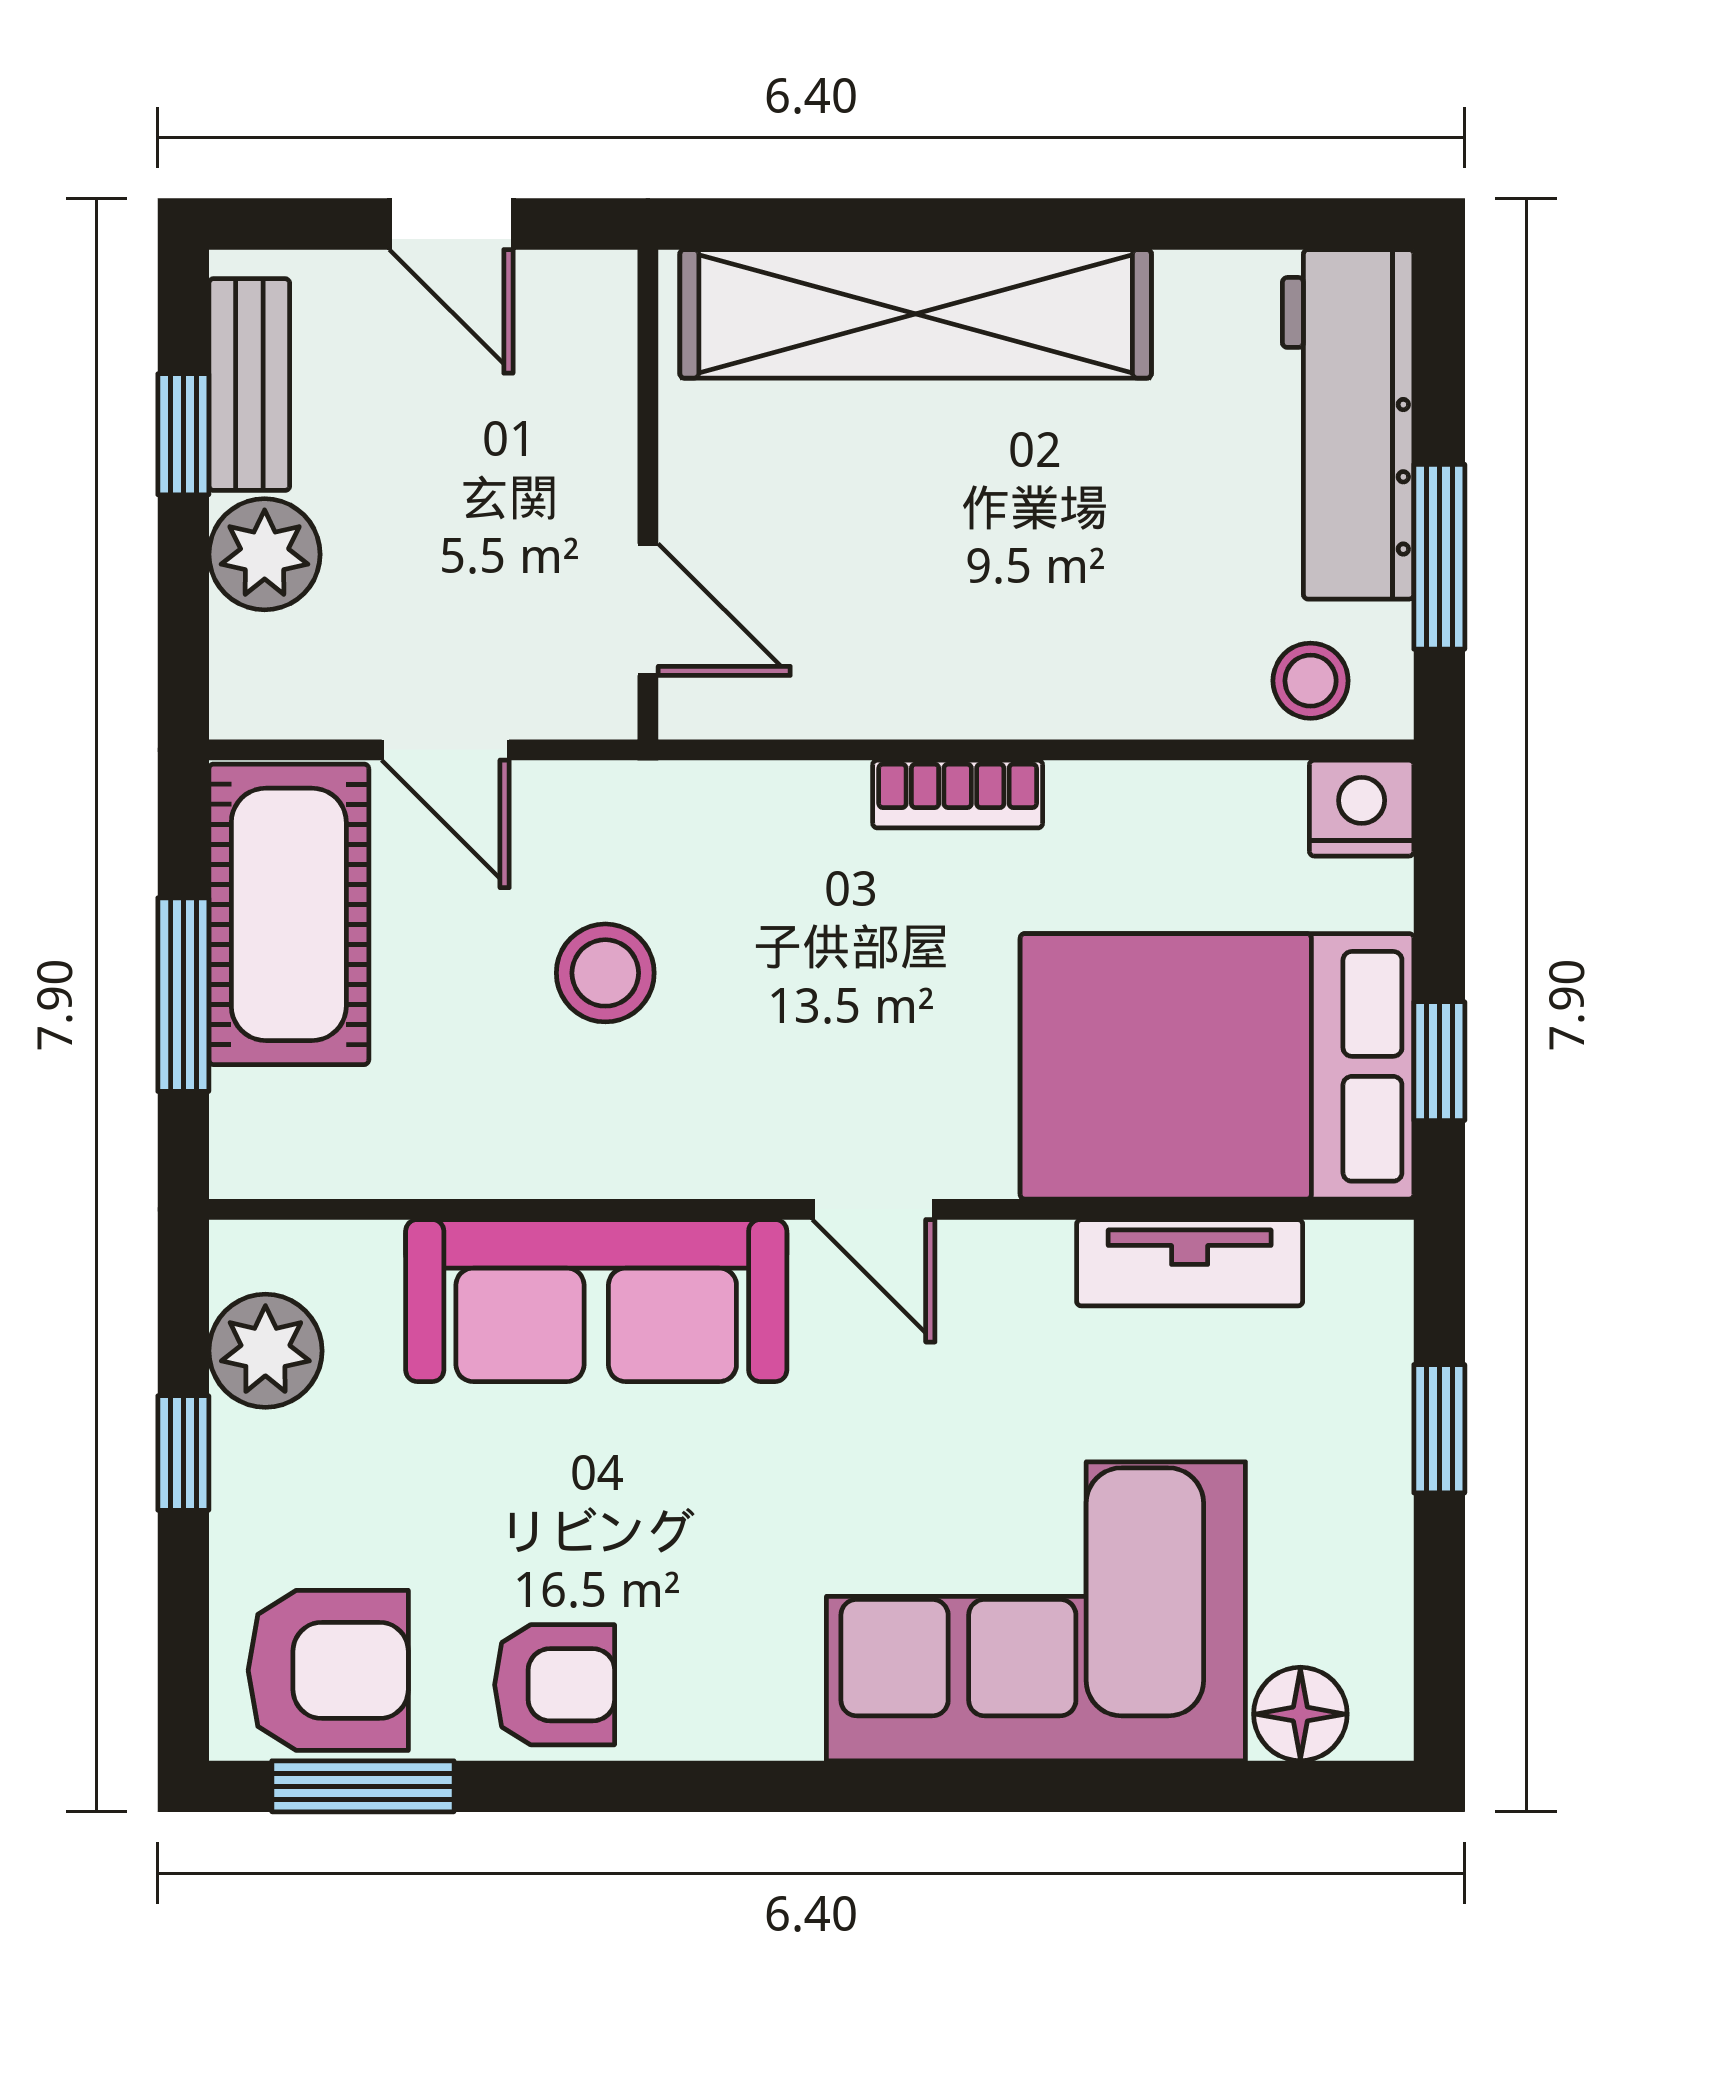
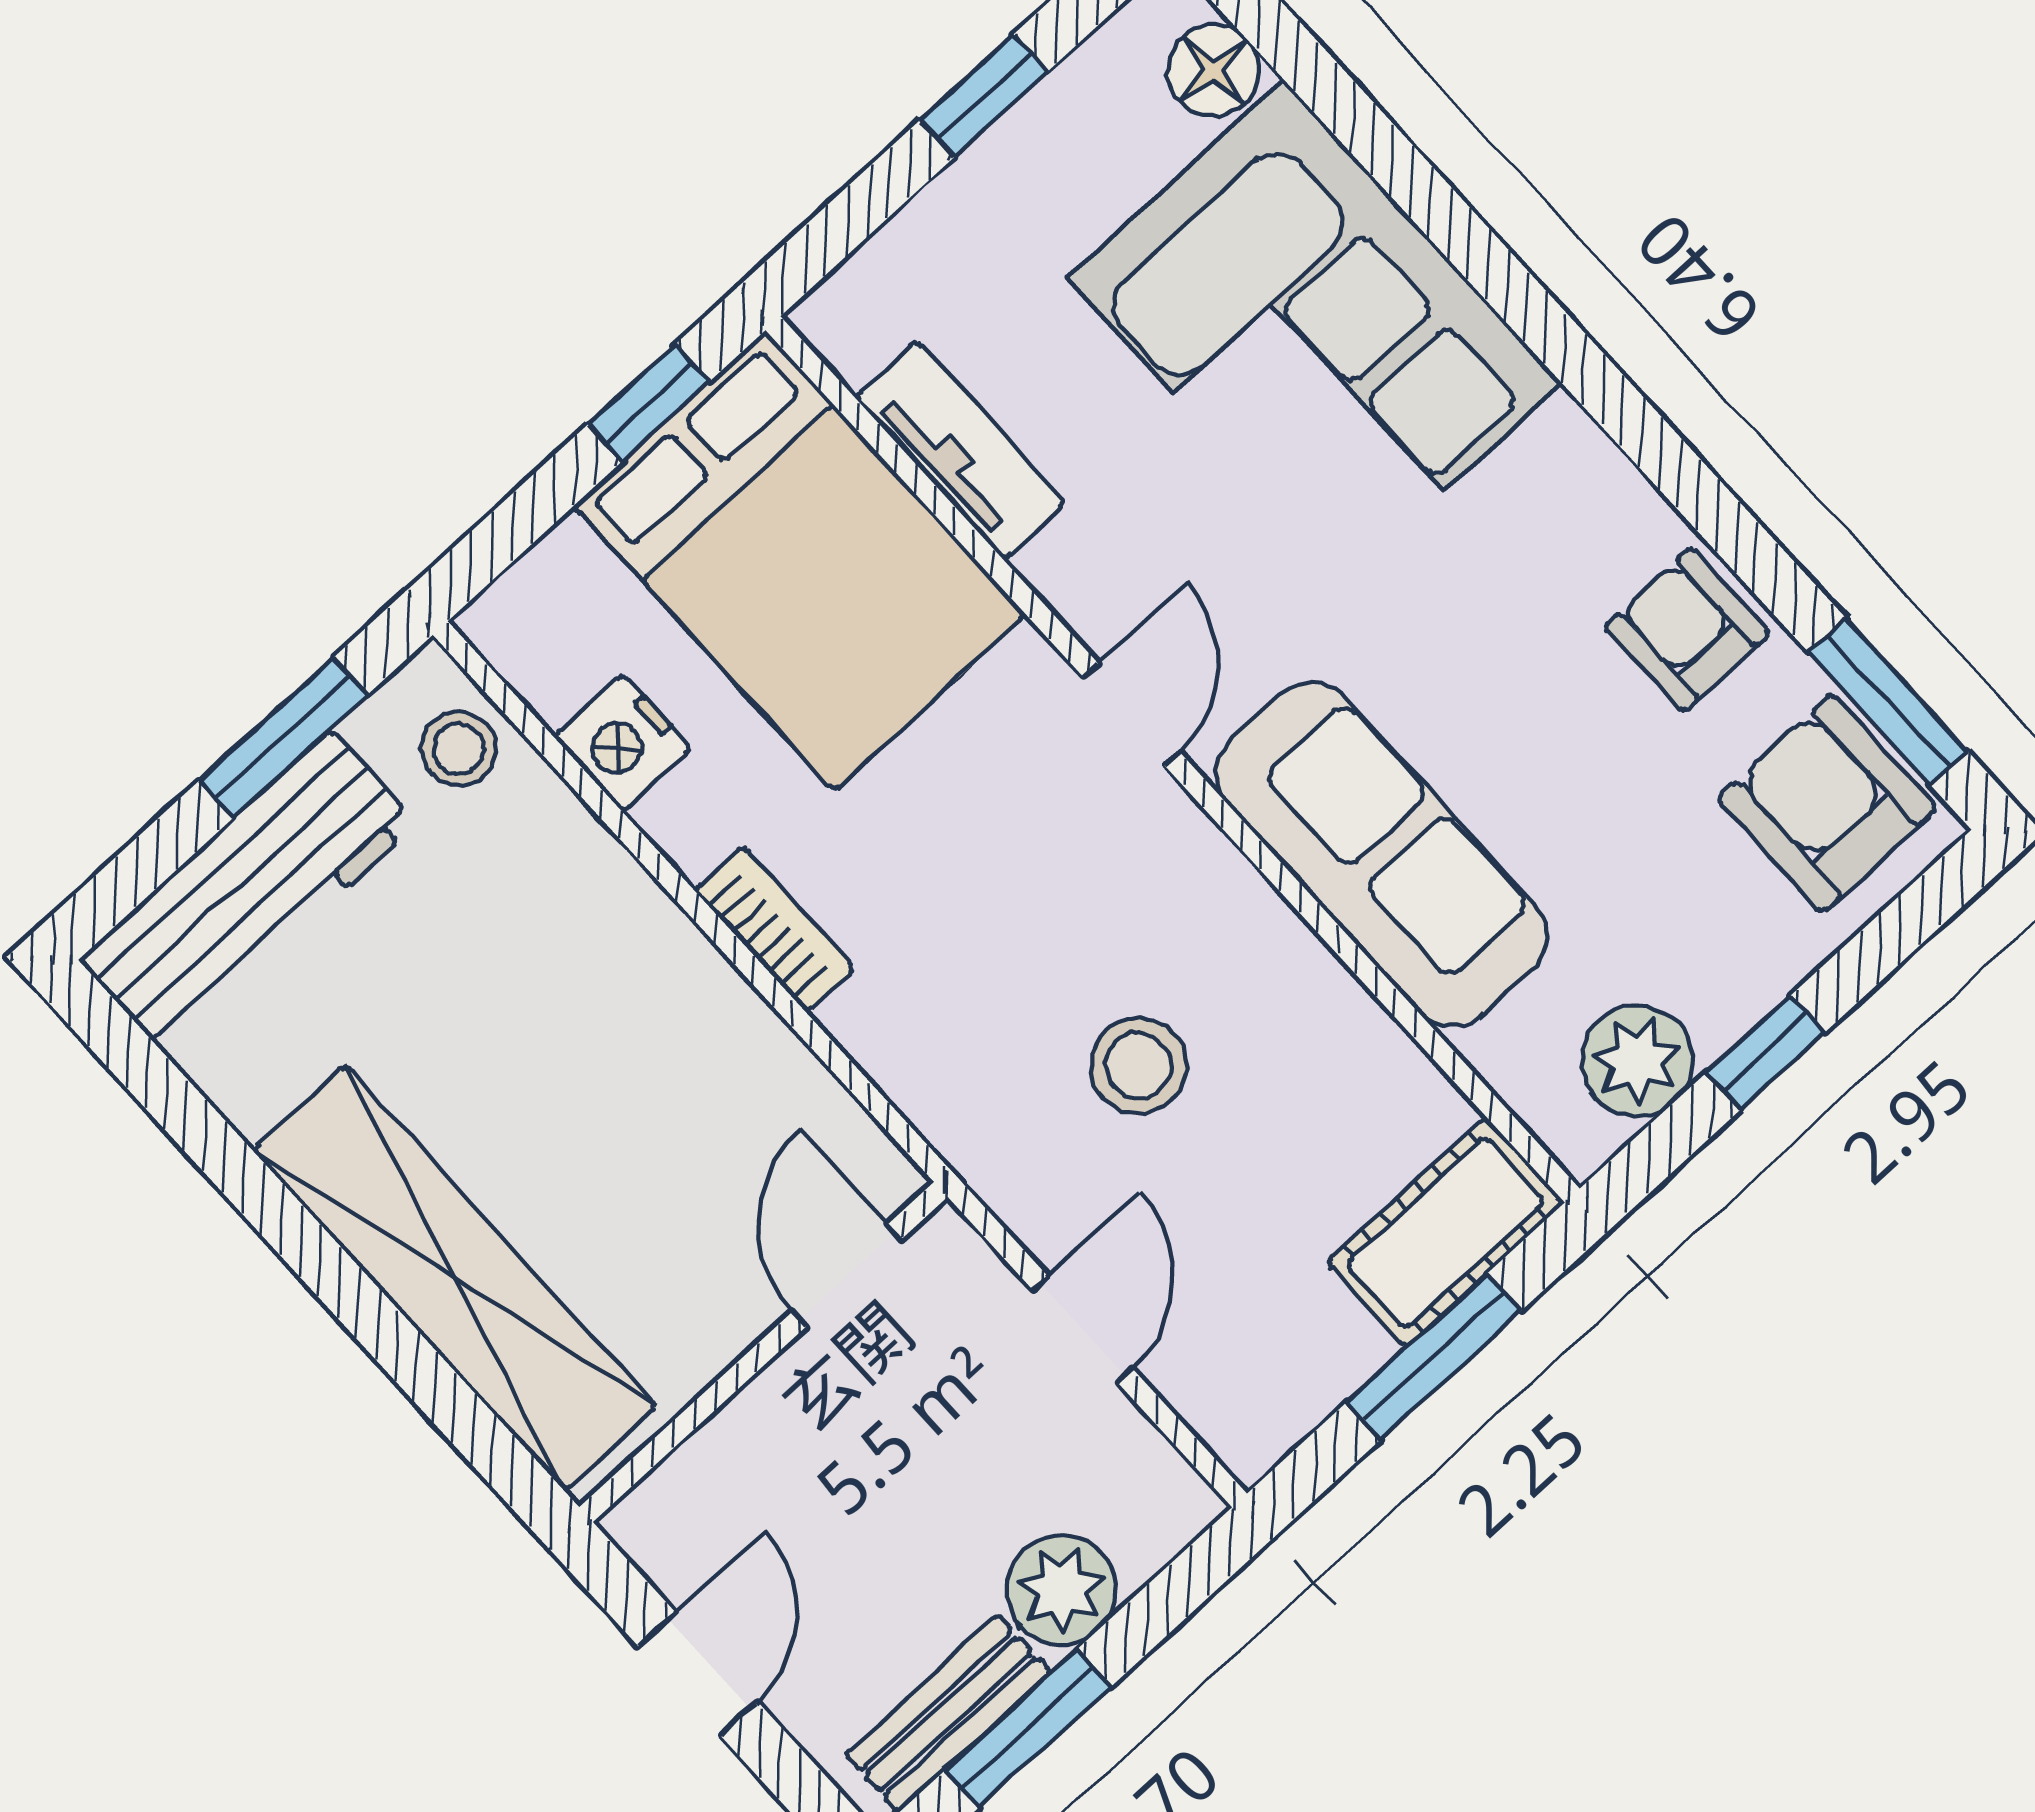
window: (183, 434) -> (1028, 1728), width x1.50
nightstand: (1362, 808) -> (623, 743), moved
cot: (289, 914) -> (1445, 1233), moved, width x0.73, depth x0.75
window: (1439, 1429) -> (984, 96), moved

